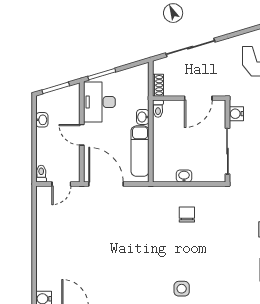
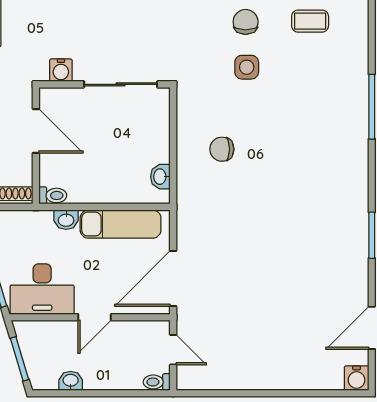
washbasin: (184, 176) -> (160, 177), moved
side table: (182, 289) -> (247, 67), moved

